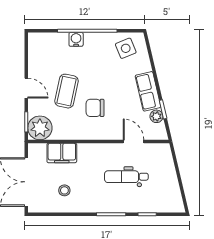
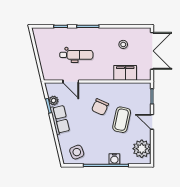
chair: (95, 108) -> (100, 107), turned 114
plant: (40, 128) -> (142, 149), moved

